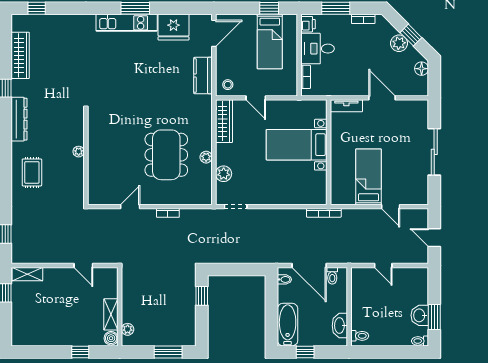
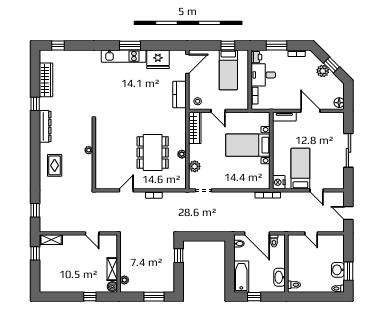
floor lamp: (422, 69) -> (339, 103), moved
nightstand: (339, 196) -> (279, 182), added

